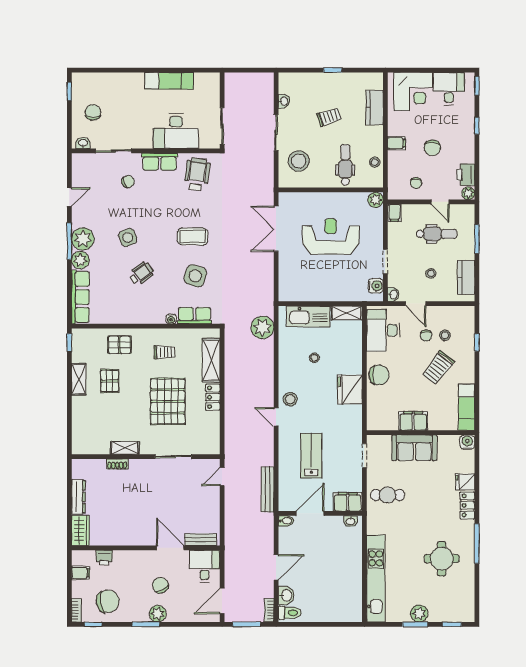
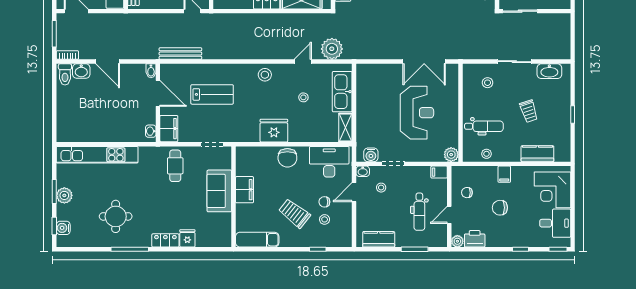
washbasin: (284, 101) -> (549, 71), width x1.91, depth x1.45
stool: (299, 161) -> (488, 83), width x0.53, depth x0.53
double door: (276, 229) -> (424, 62), swing flipped
stool: (431, 273) -> (381, 188), moved
door: (276, 417) -> (303, 62), moved
water cooler: (467, 442) -> (63, 228), moved, turned 180

